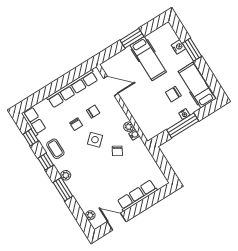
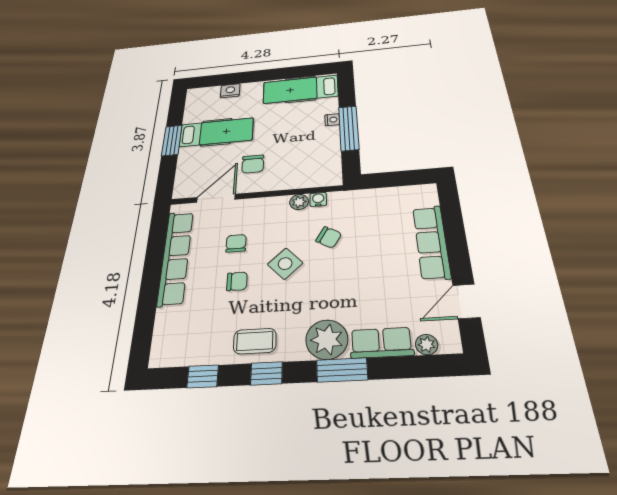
window: (192, 50) -> (247, 77), removed
chair: (173, 94) -> (253, 164), moved
row of seats: (34, 121) -> (381, 343), moved
plant: (66, 175) -> (327, 340), width x1.87, depth x1.87

